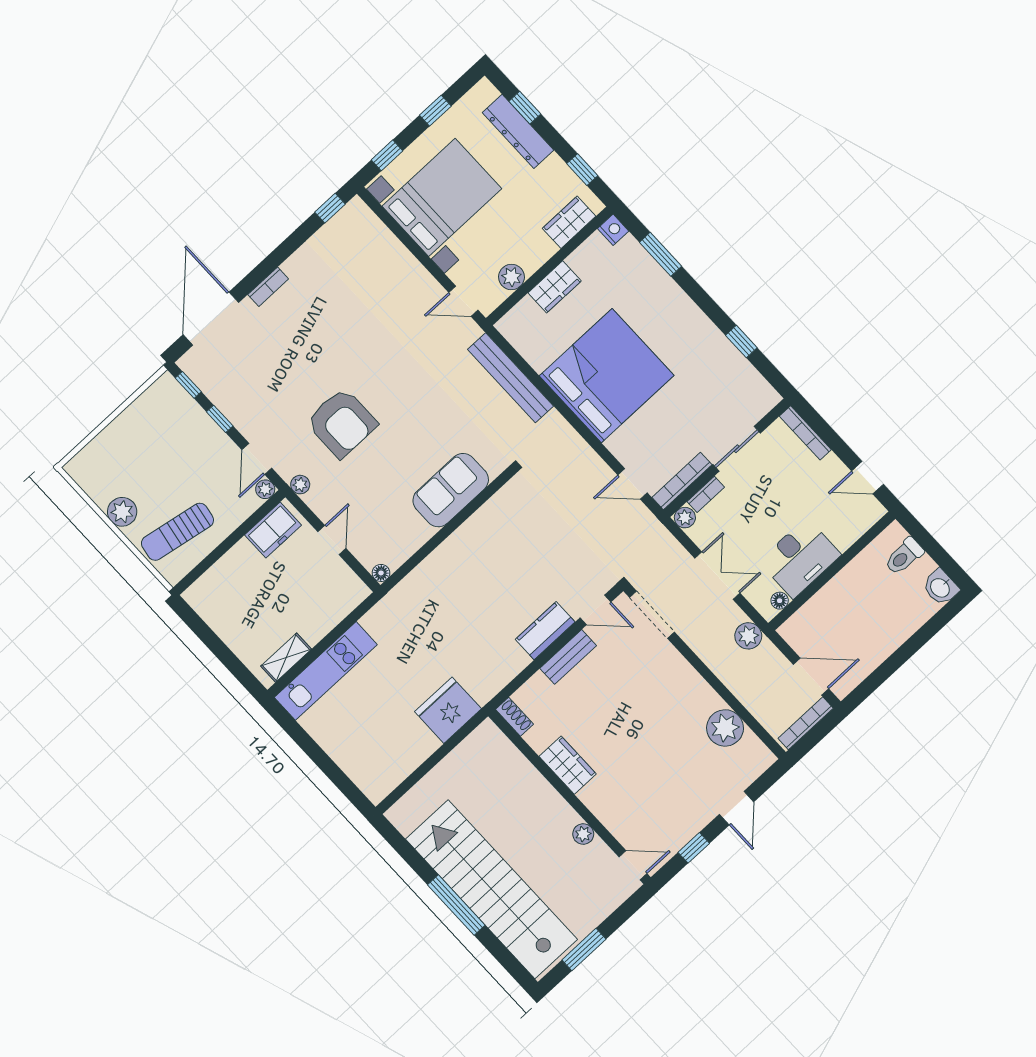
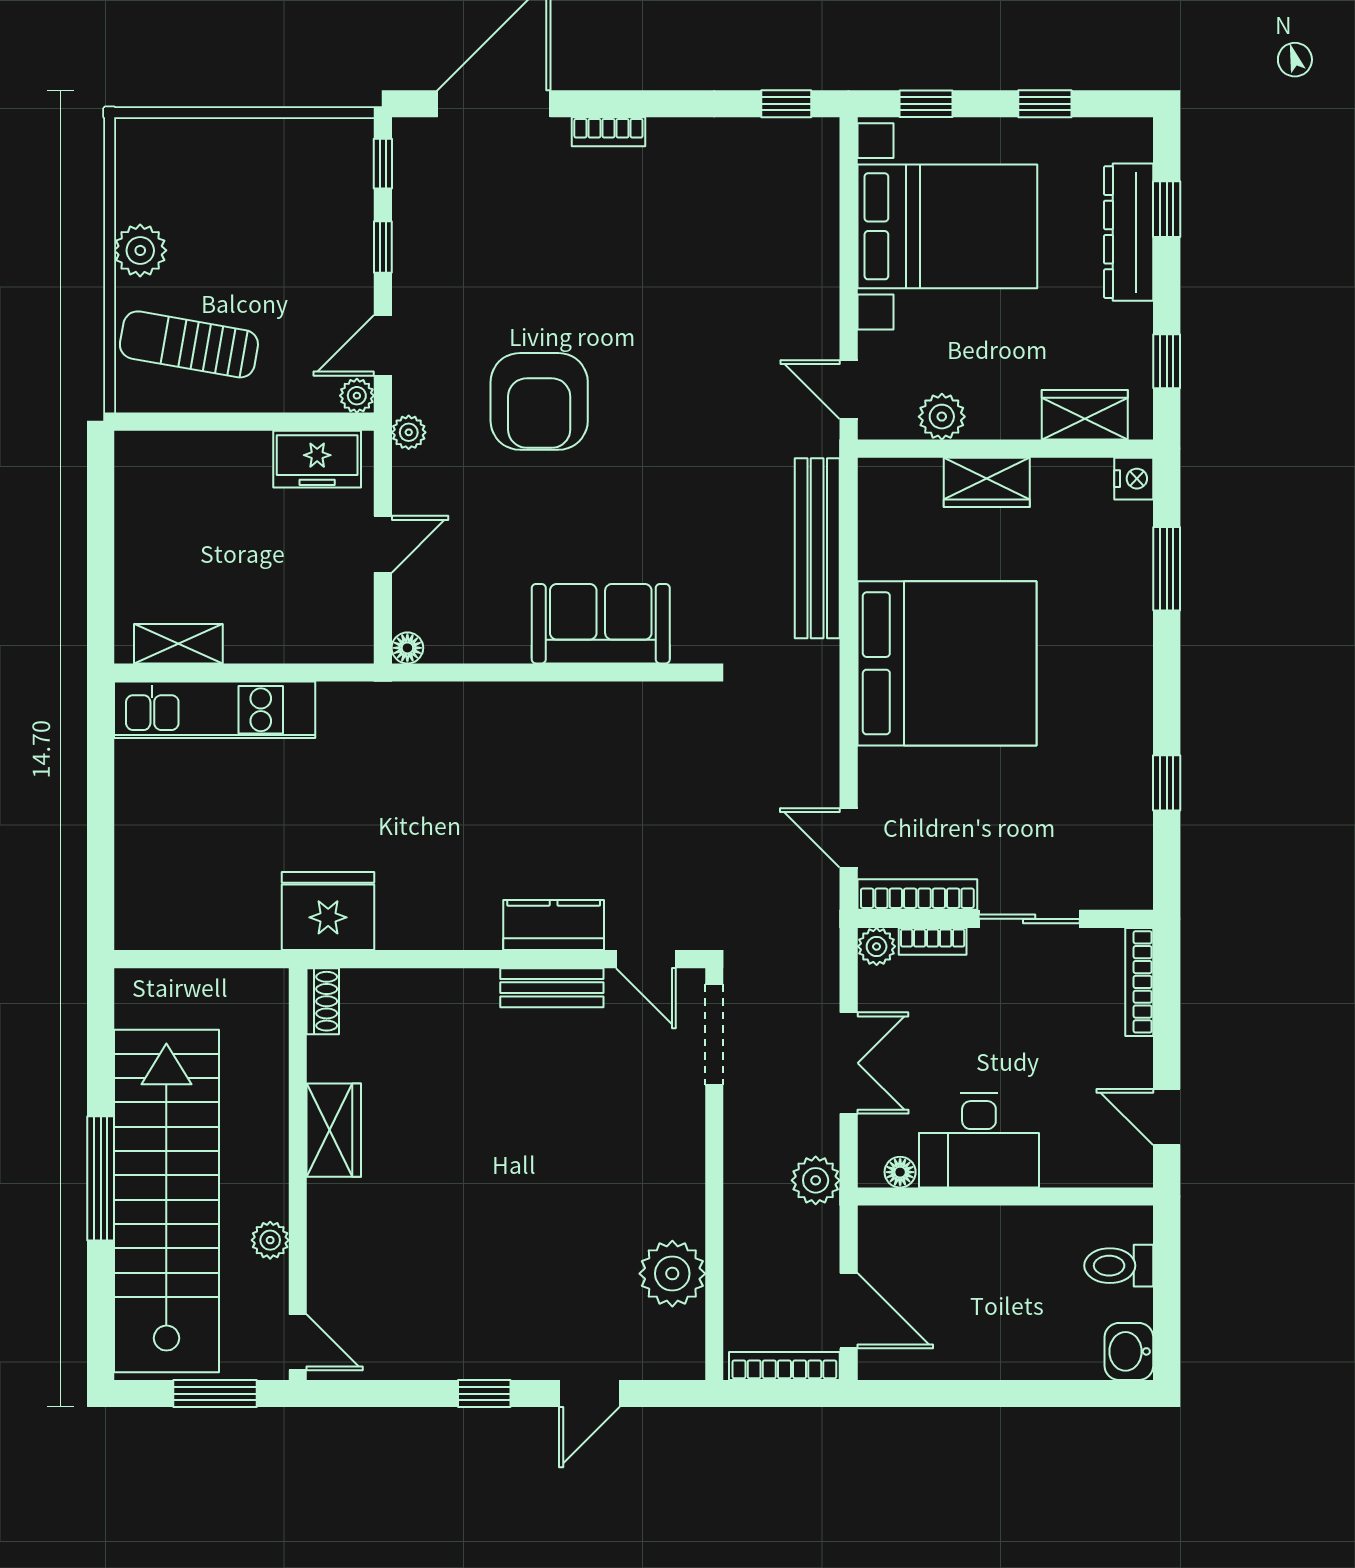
shoe rack: (515, 717) -> (323, 1001), moved
wardrobe: (568, 765) -> (334, 1130), moved
wall: (570, 797) -> (298, 1174), moved
plant: (583, 834) -> (270, 1240), moved
door: (633, 865) -> (298, 1342), moved

